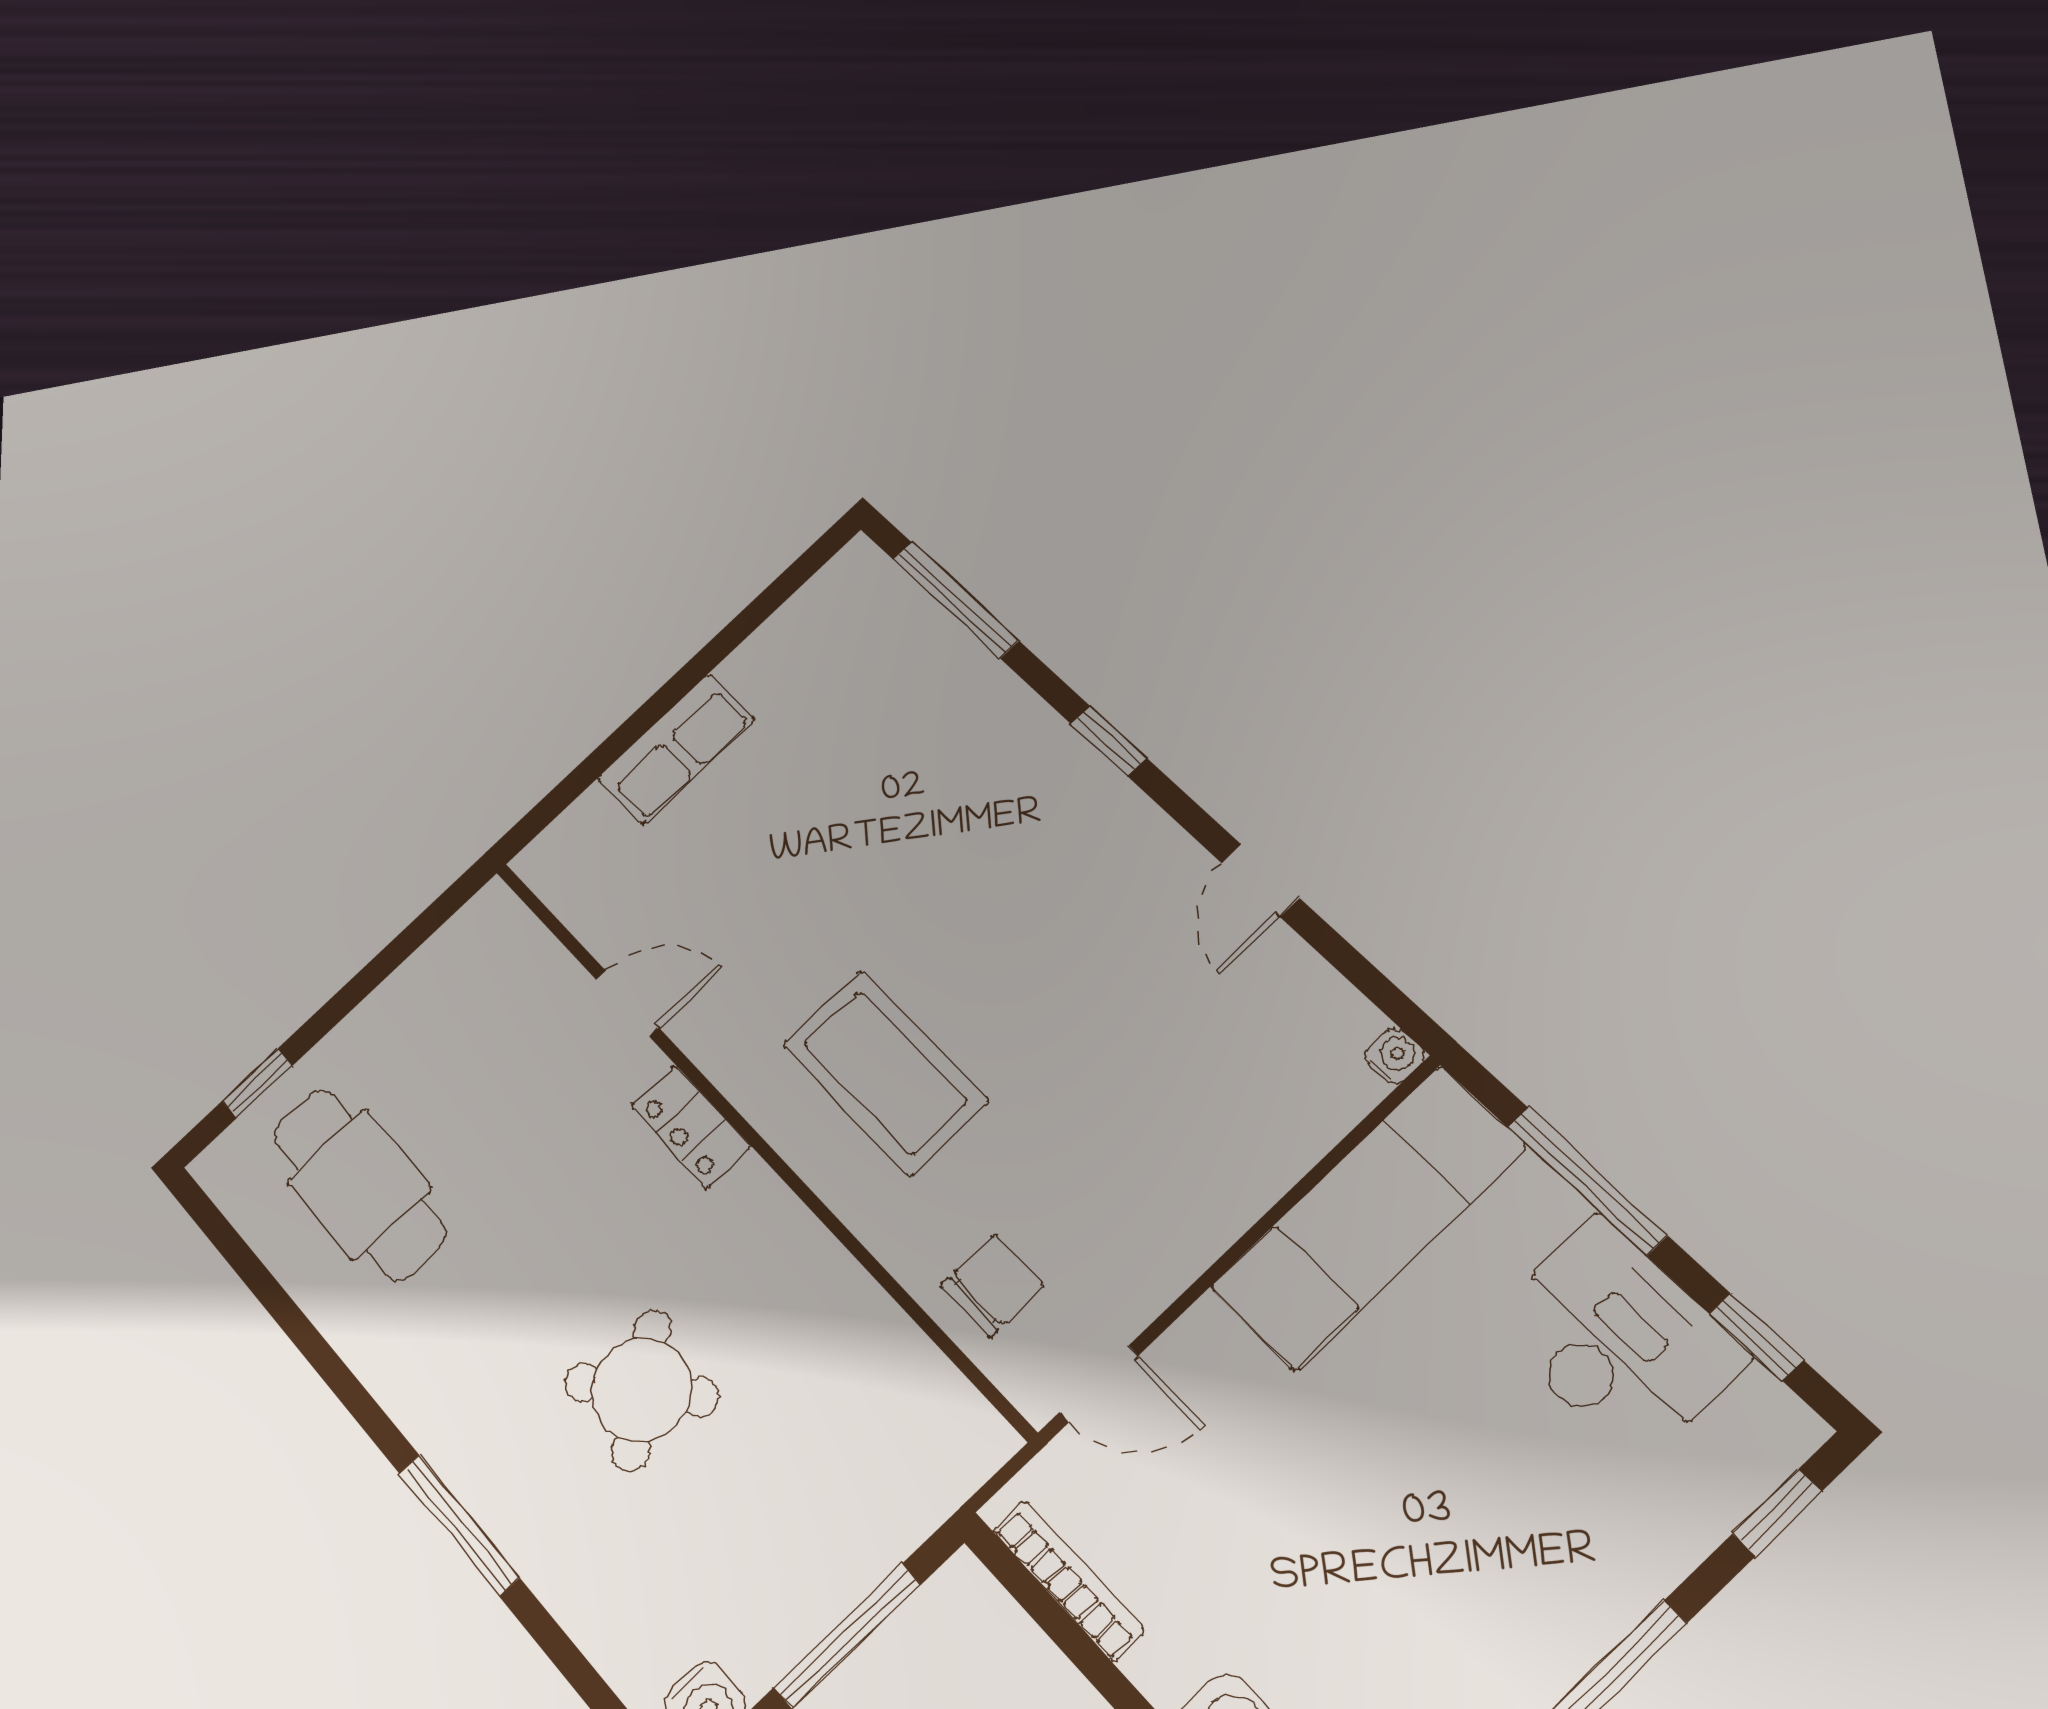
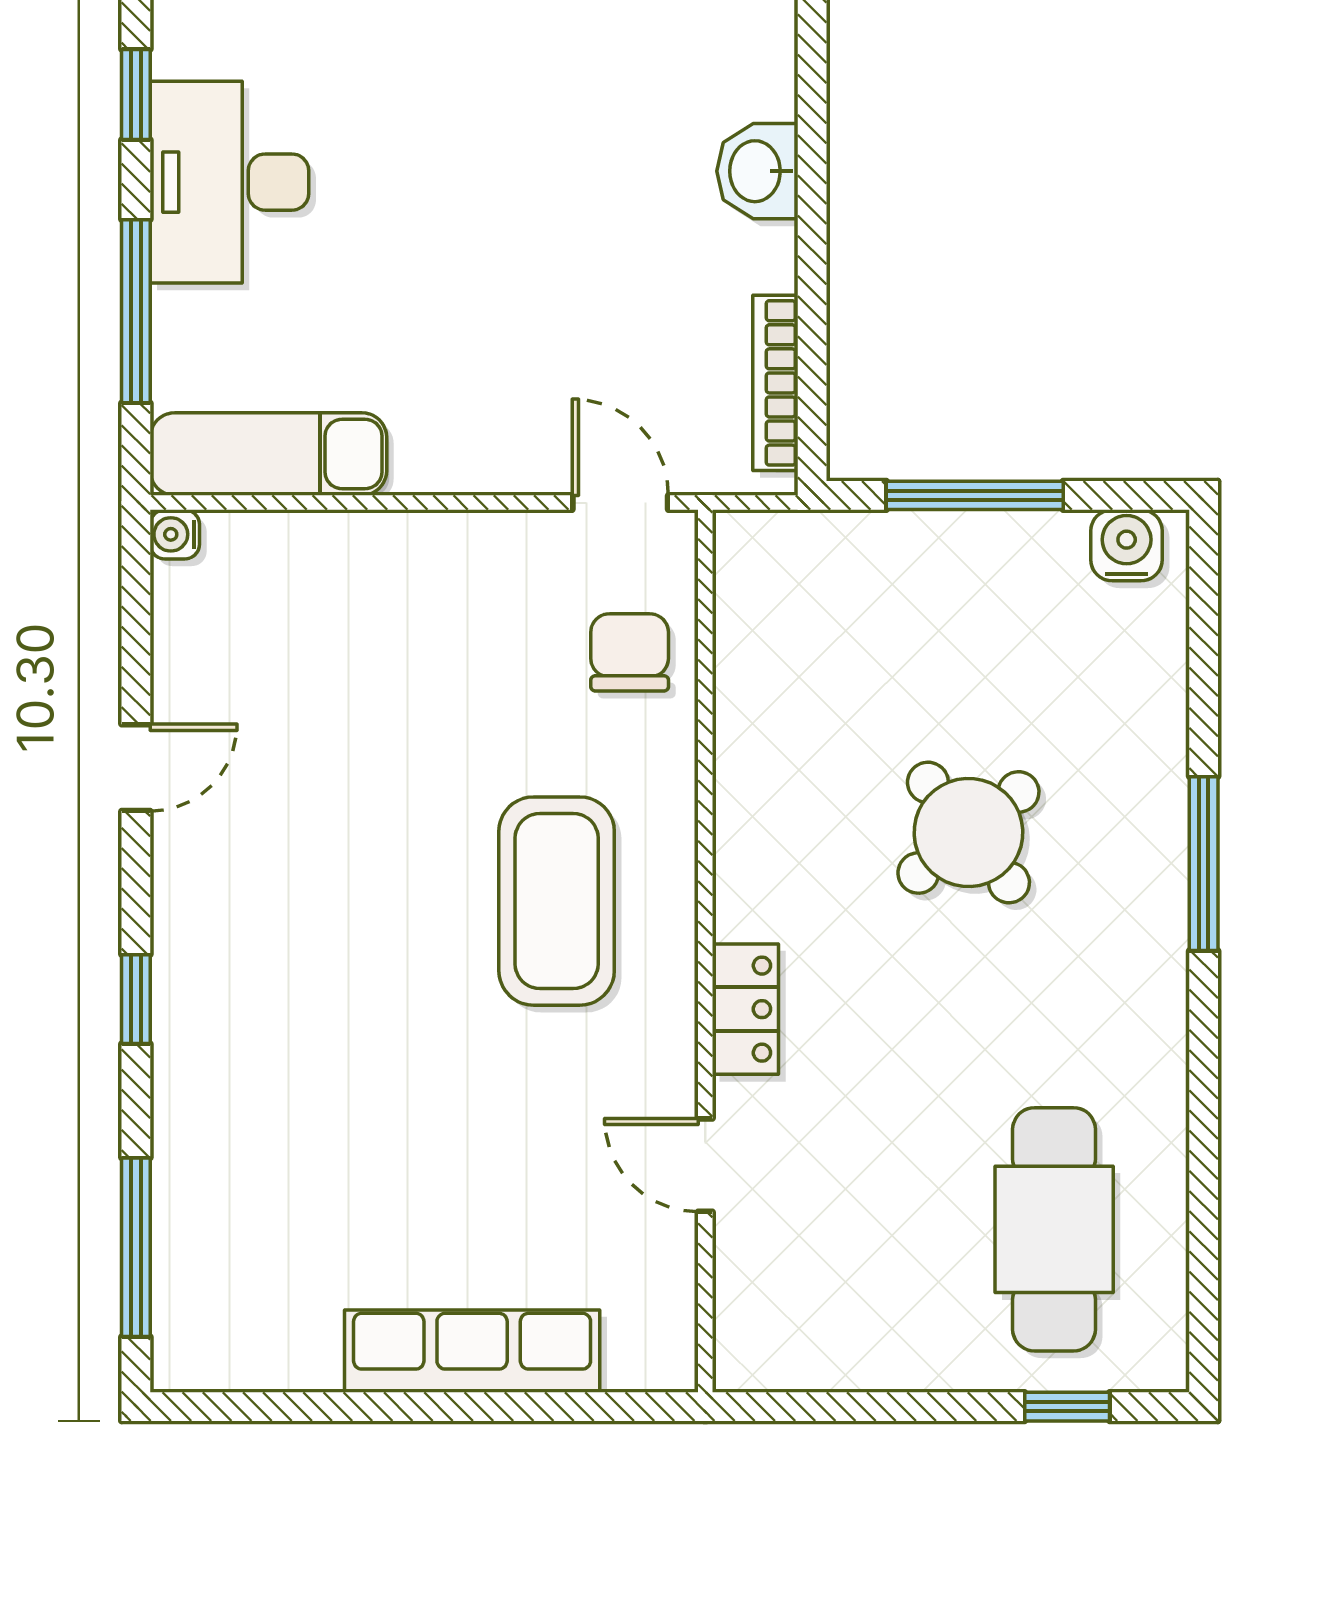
row of seats: (676, 749) -> (472, 1351), width x1.48
exam couch: (1368, 1217) -> (268, 454), width x0.73, depth x0.69
chair: (992, 1286) -> (630, 652), turned 90

